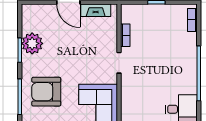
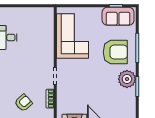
armchair: (157, 30) -> (23, 103), added
plant: (32, 43) -> (127, 79), moved

